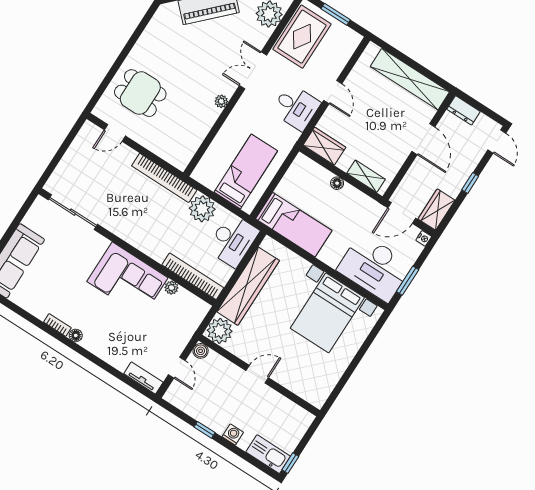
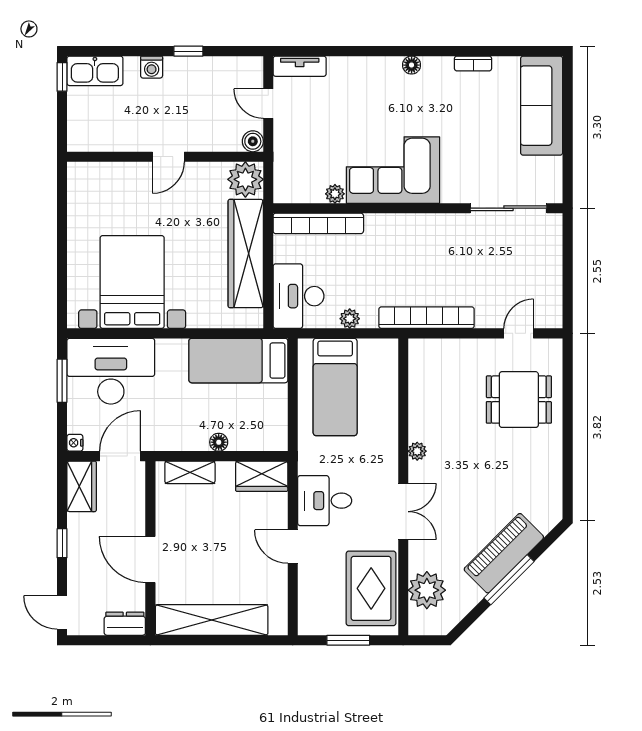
plant: (202, 209) -> (350, 319), width x0.53, depth x0.53
bookcase: (57, 325) -> (473, 63), moved

